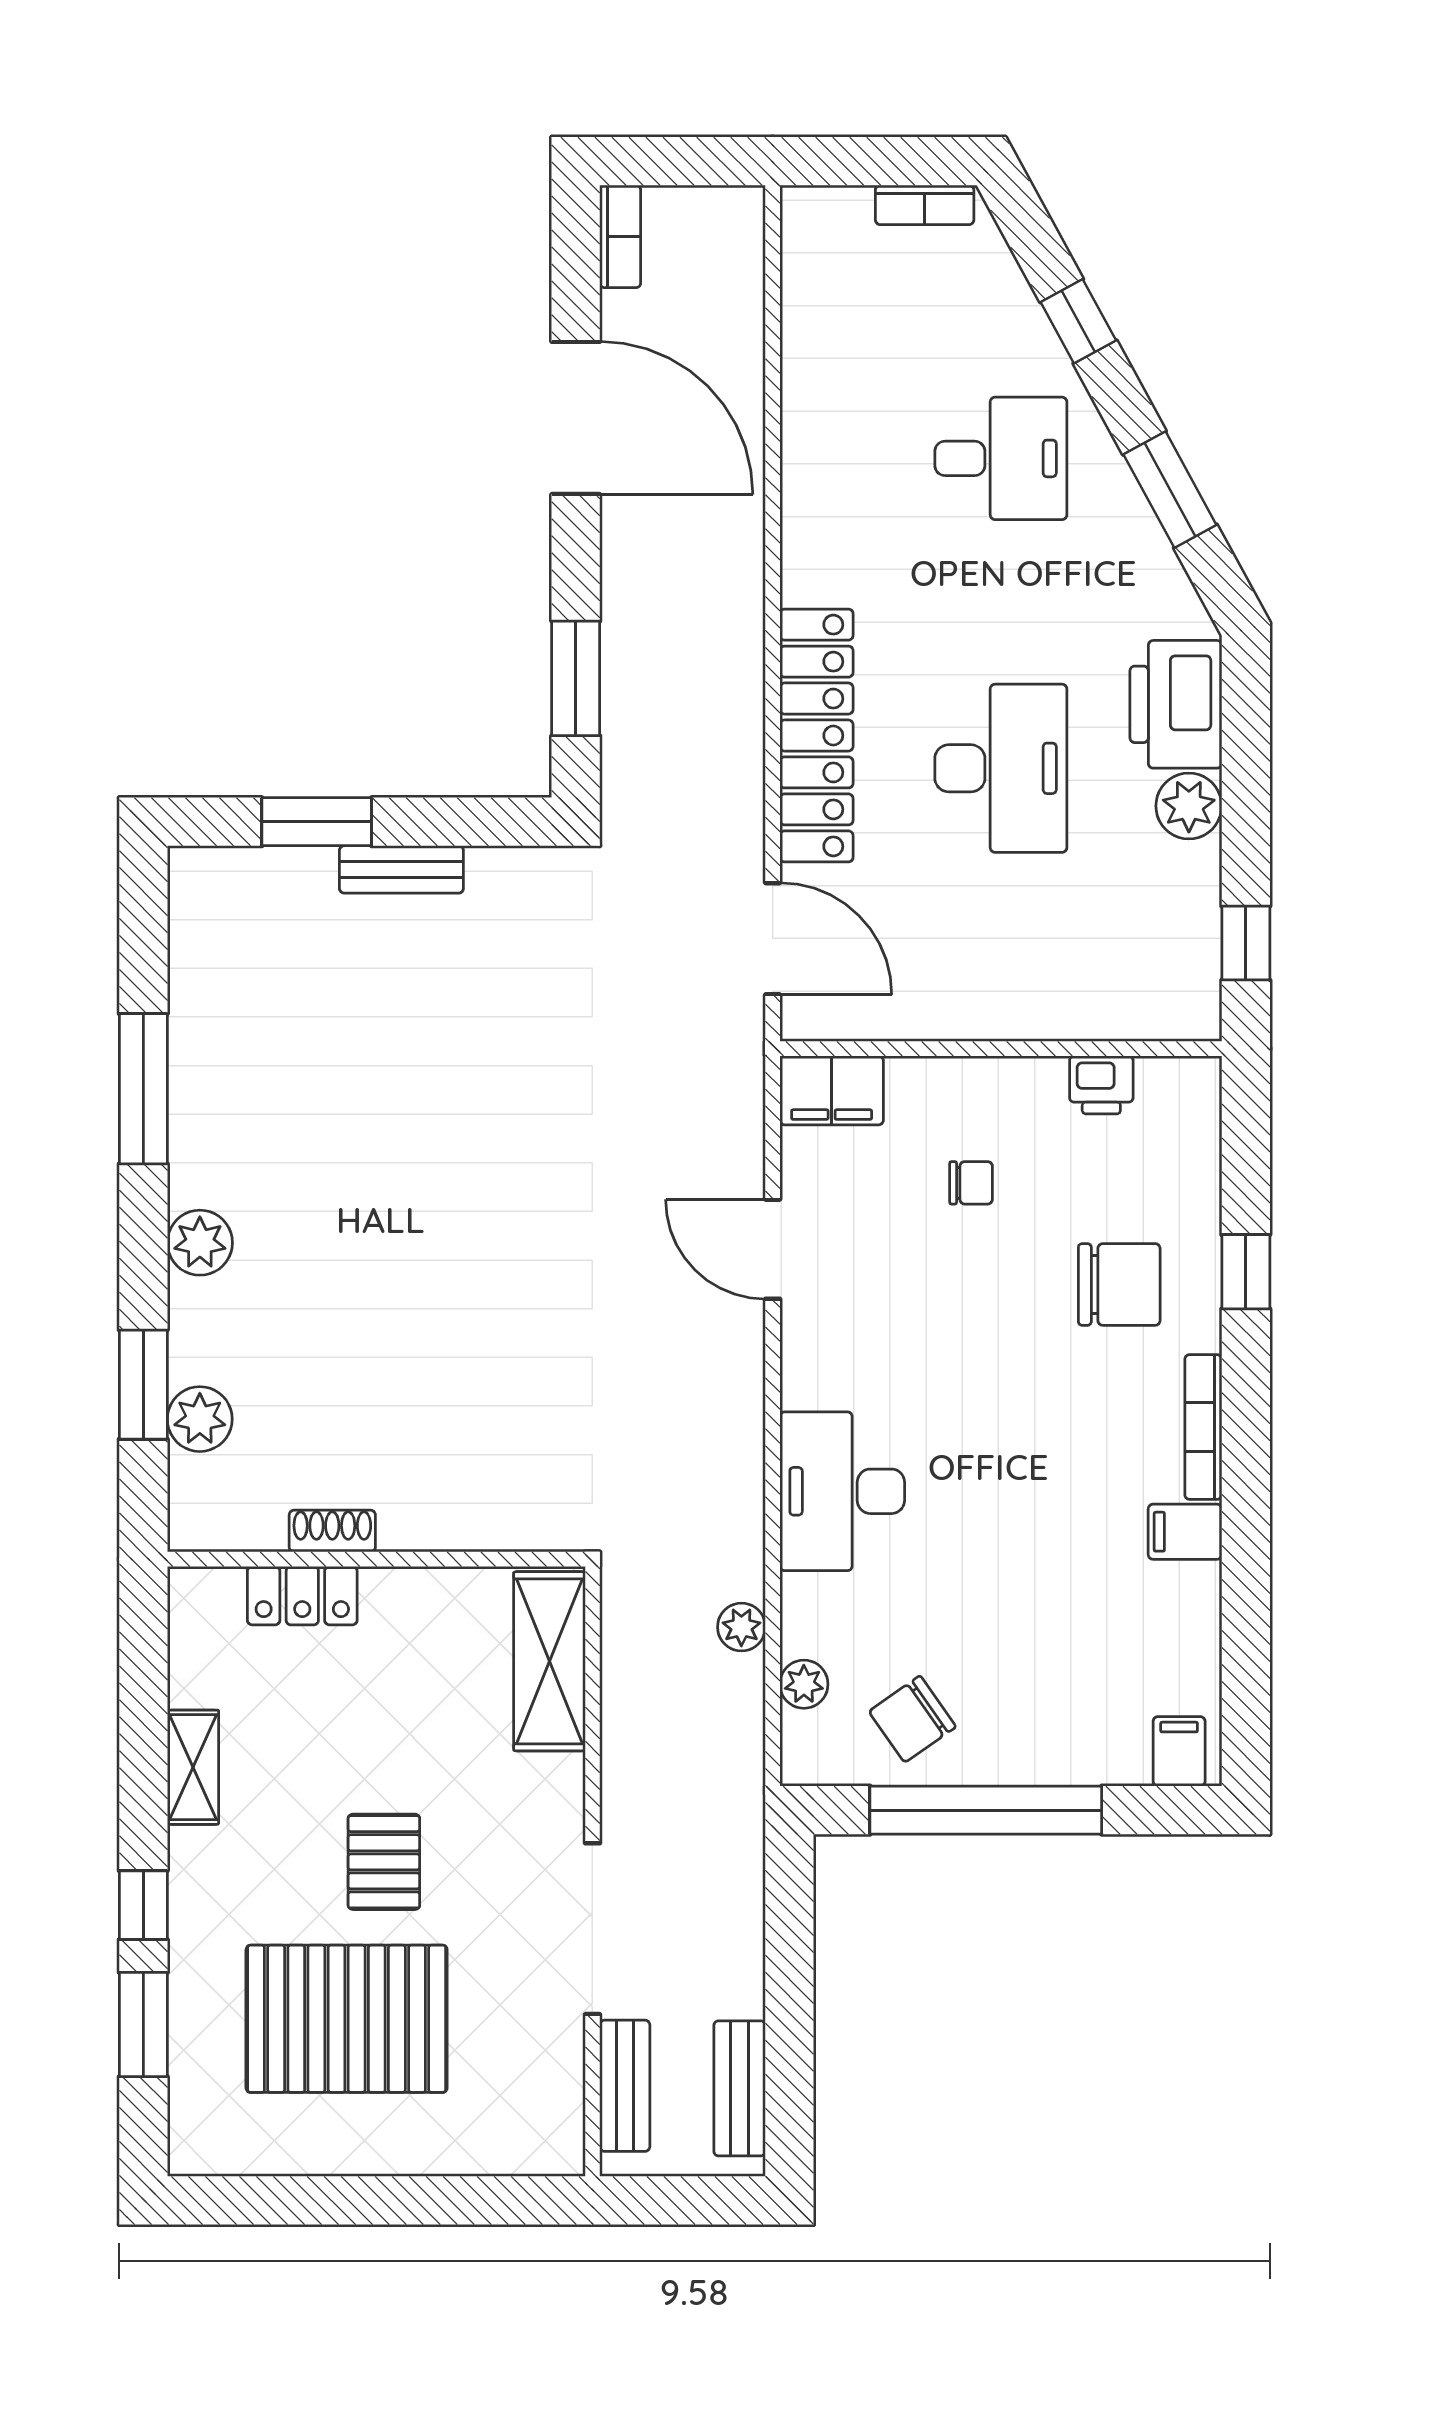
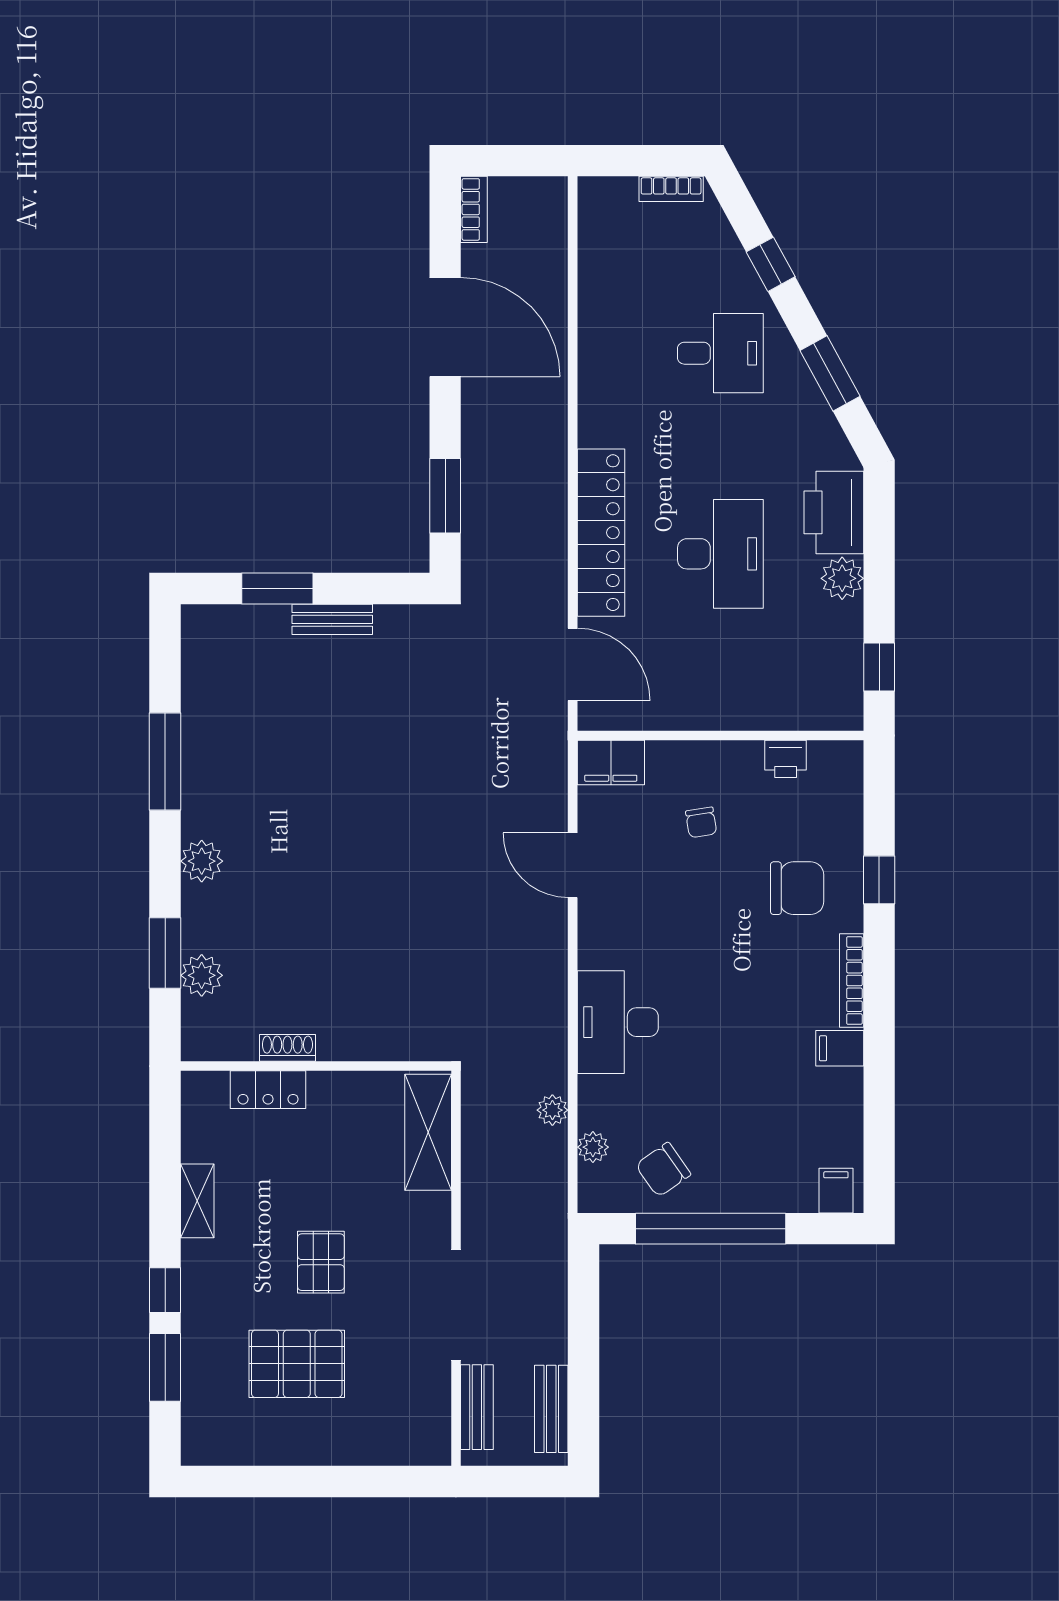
chair: (971, 1183) -> (701, 822), turned 81
pallet: (347, 2019) -> (297, 1364), width x0.73, depth x0.71

